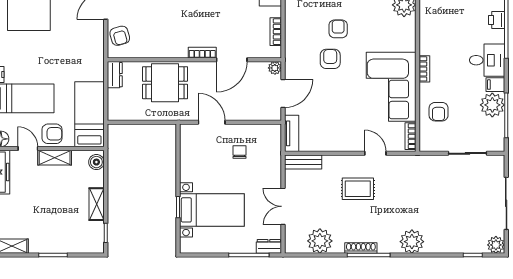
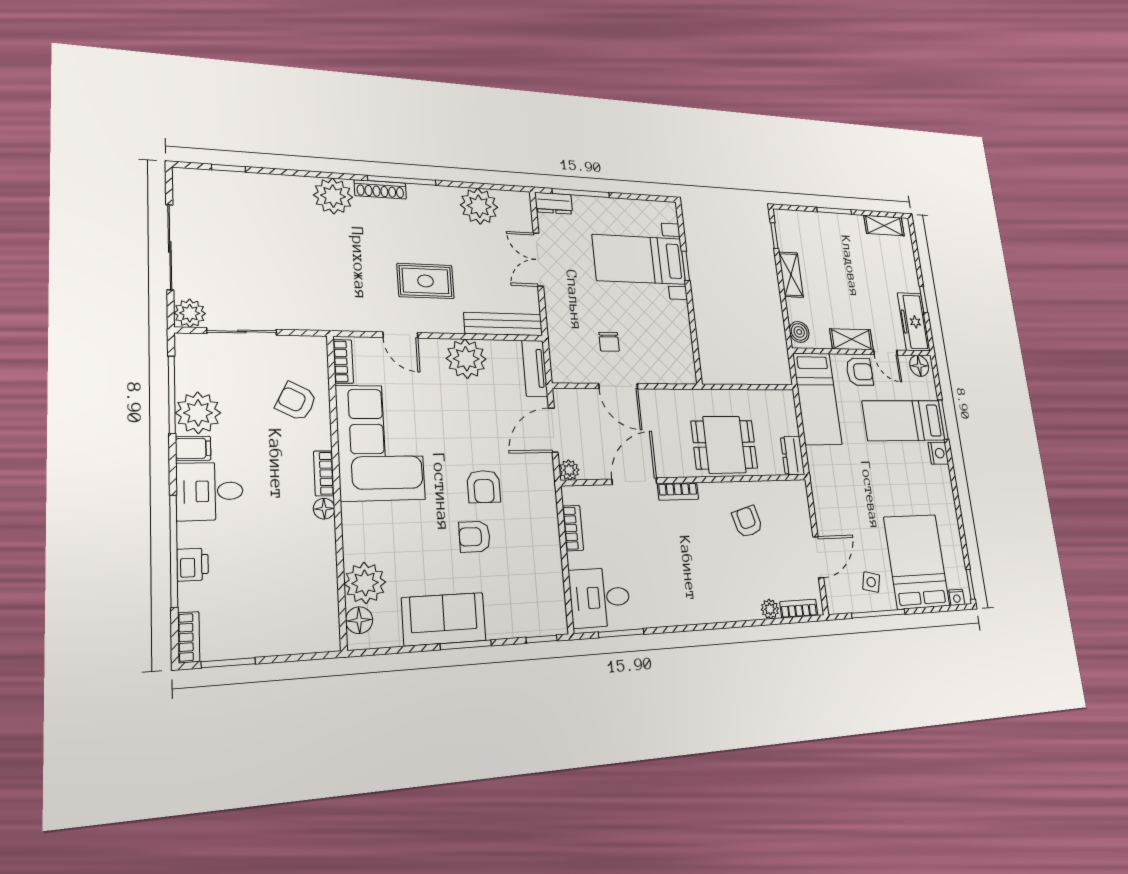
armchair: (338, 29) -> (475, 537), turned 90
armchair: (120, 36) -> (747, 522), moved
floor lamp: (425, 48) -> (324, 509), added
armchair: (439, 112) -> (296, 401), turned -63
door: (212, 122) -> (618, 386), moved
armchair: (52, 134) -> (860, 372), turned 180
plant: (335, 139) -> (466, 359), added
bench: (303, 162) -> (503, 324), width x1.36
double door: (283, 206) -> (538, 260), swing flipped
plant: (496, 245) -> (190, 313), moved
shoe rack: (361, 248) -> (380, 189), moved

